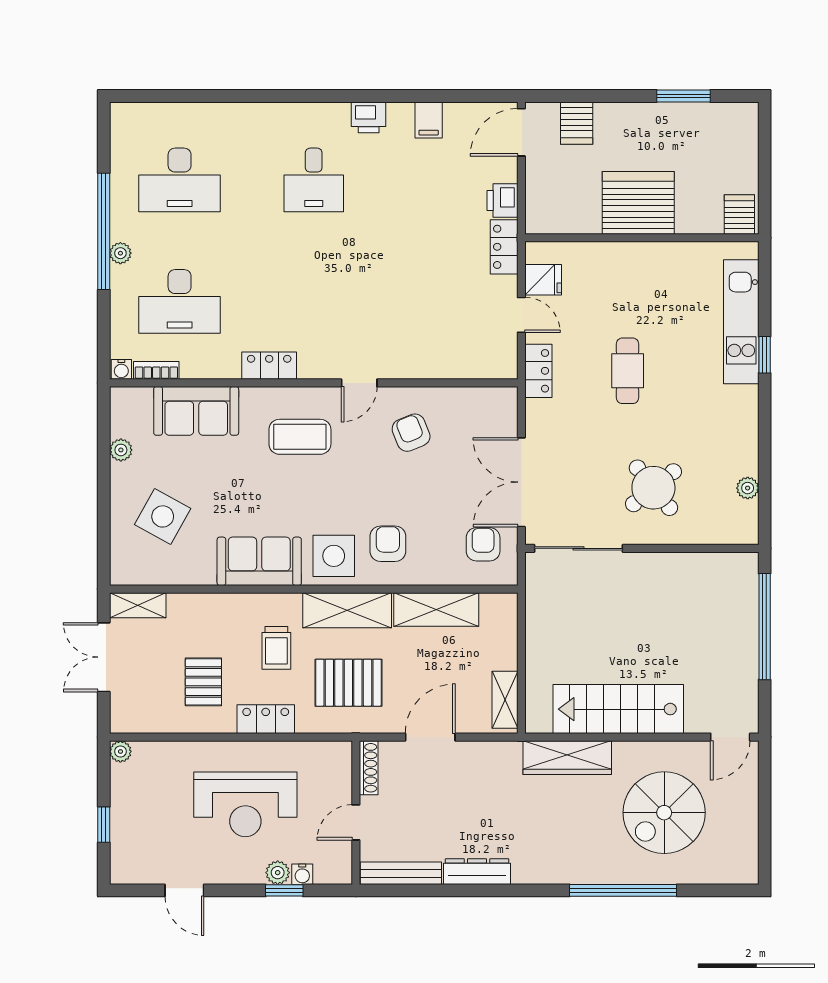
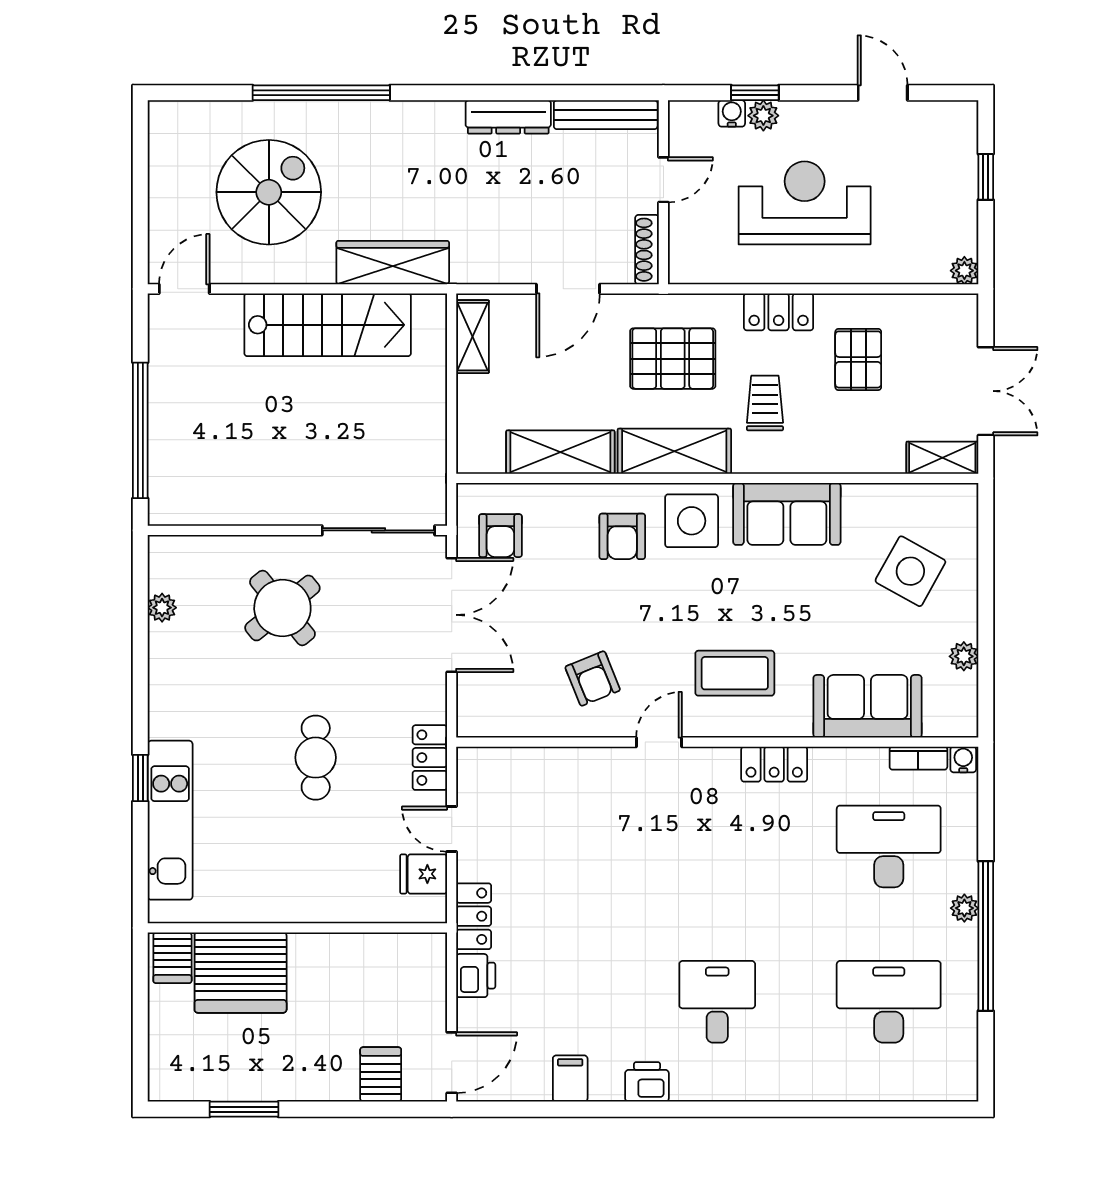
server rack: (638, 203) -> (241, 973), moved

